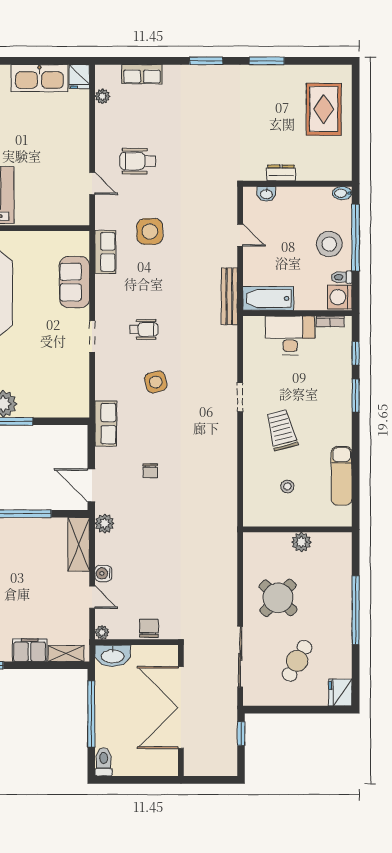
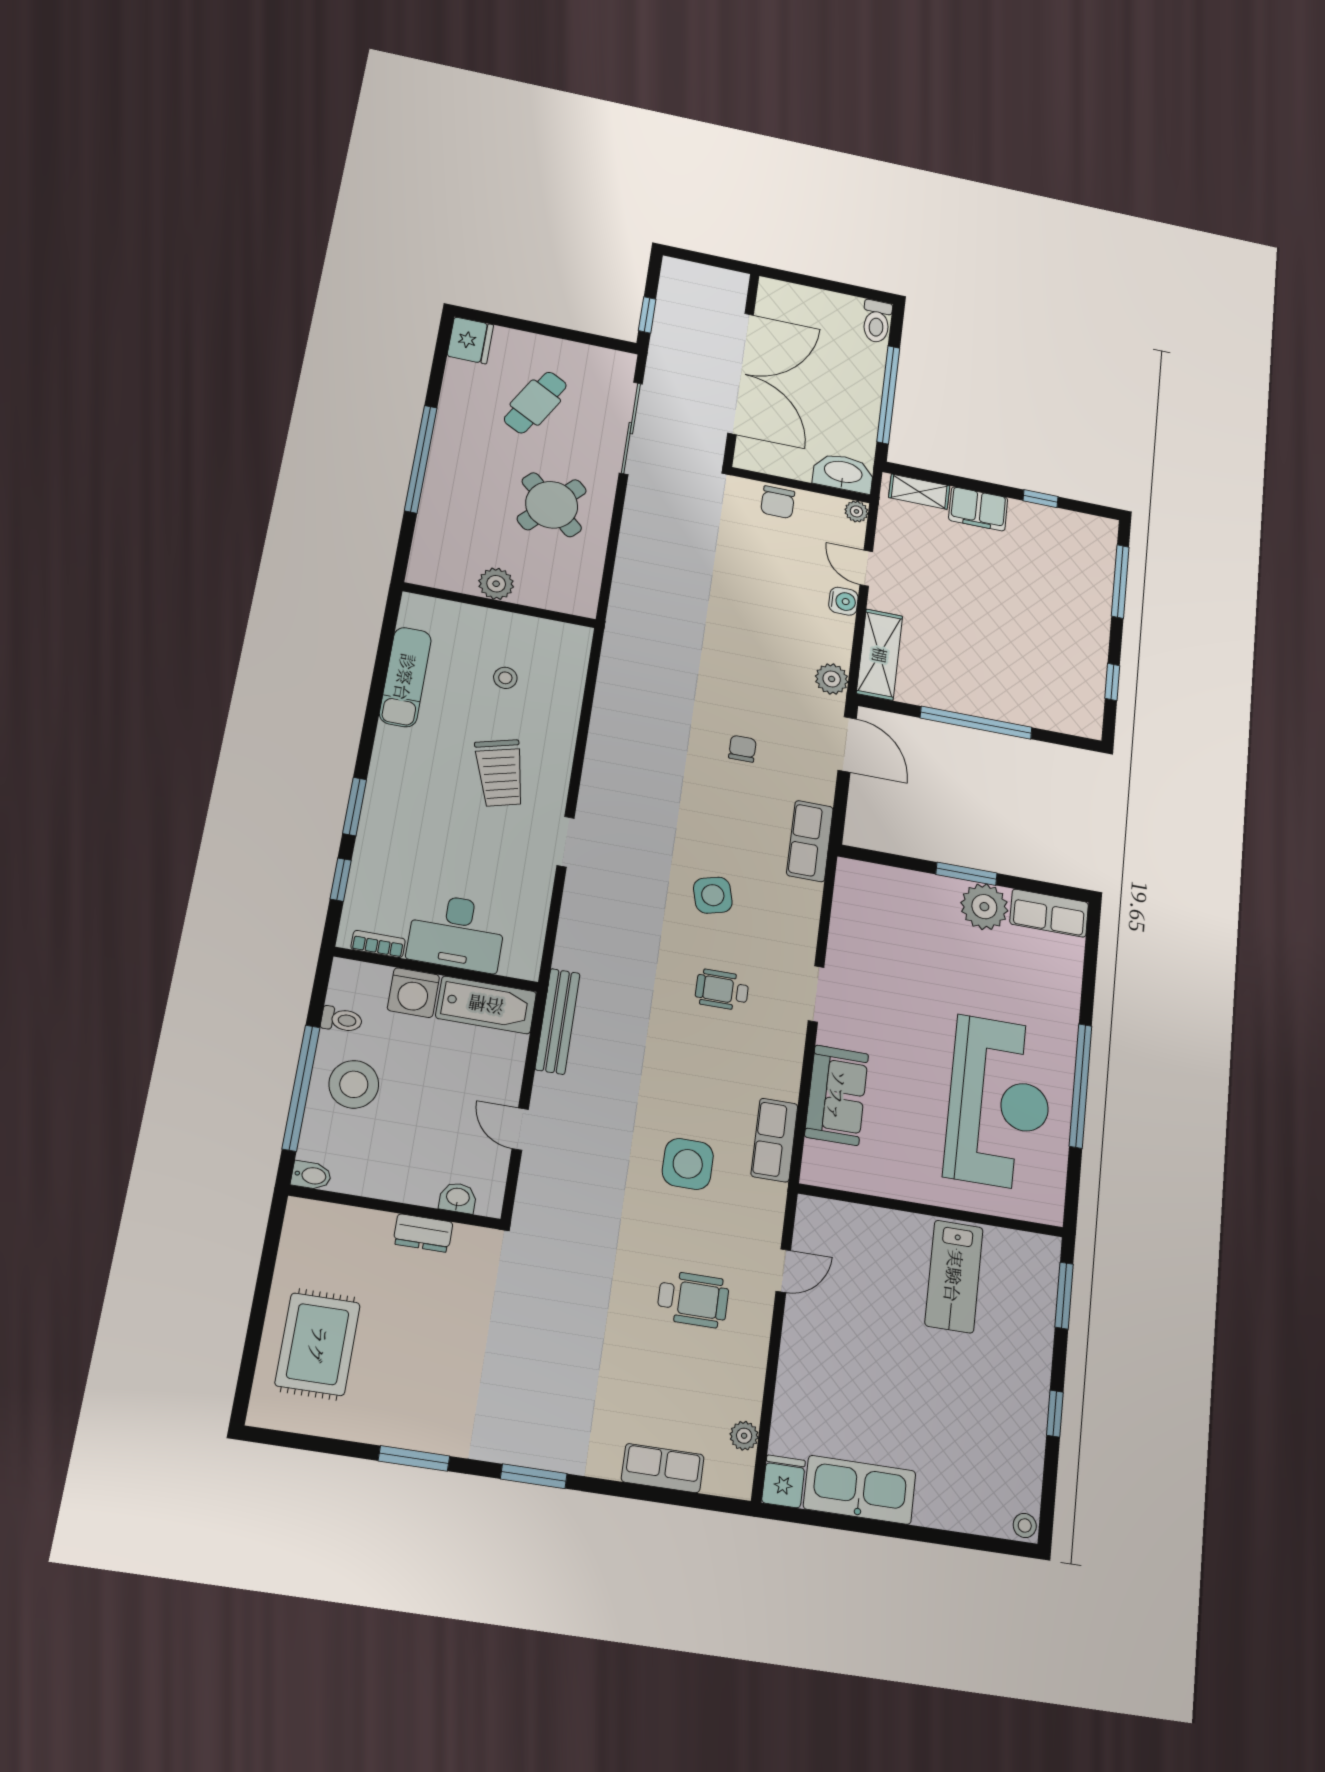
door: (92, 183) -> (783, 1271), swing flipped
washing machine: (340, 297) -> (413, 993), moved, turned 90

